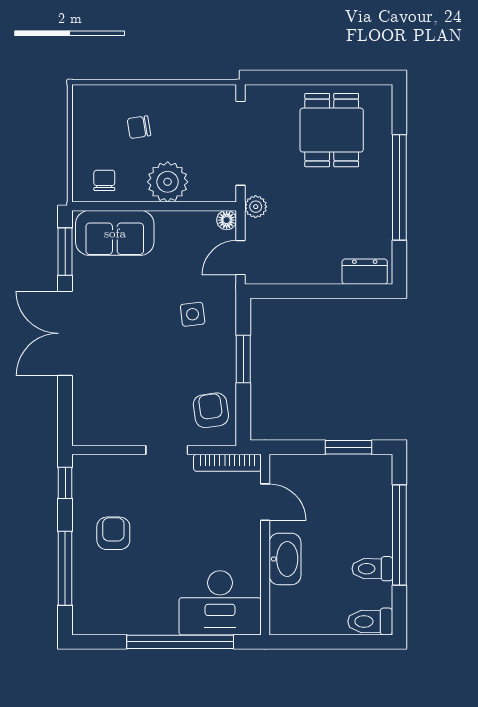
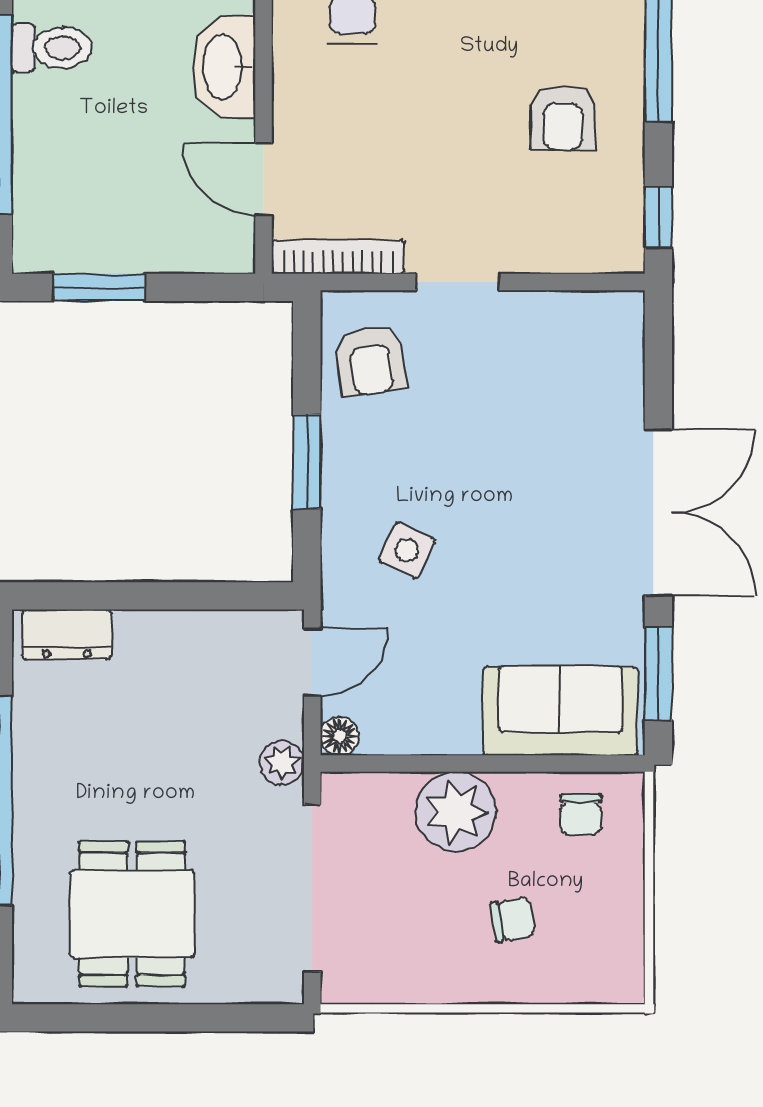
side table: (193, 314) -> (407, 550), turned 32

